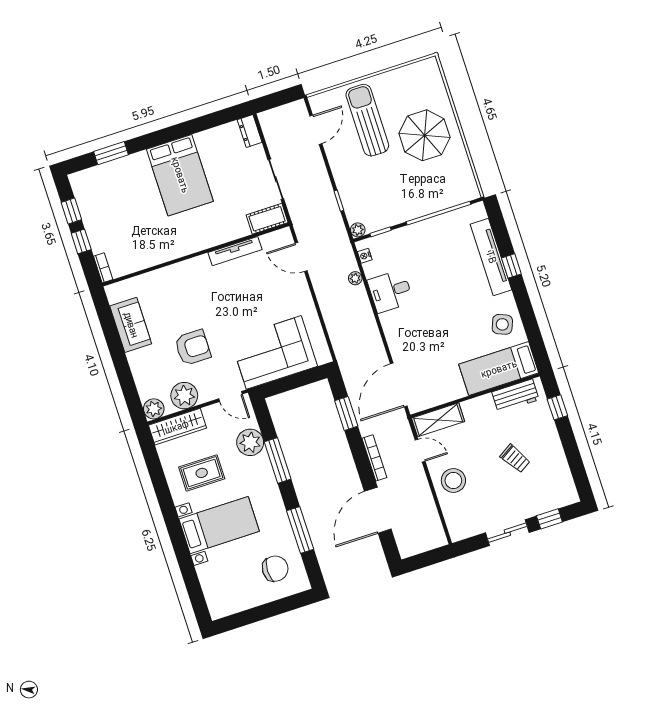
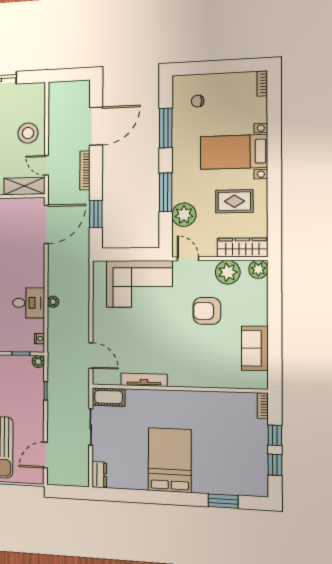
plant: (355, 278) -> (53, 302), moved
chair: (275, 569) -> (198, 101), width x0.54, depth x0.54
bookcase: (213, 606) -> (262, 83), added

